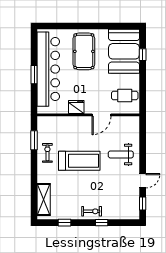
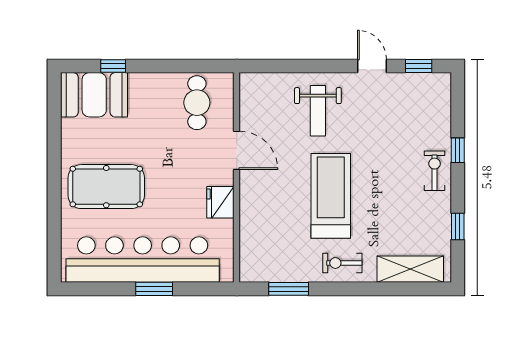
booth: (124, 51) -> (94, 95), width x0.73, depth x0.70
exercise bike: (47, 153) -> (342, 263), moved

